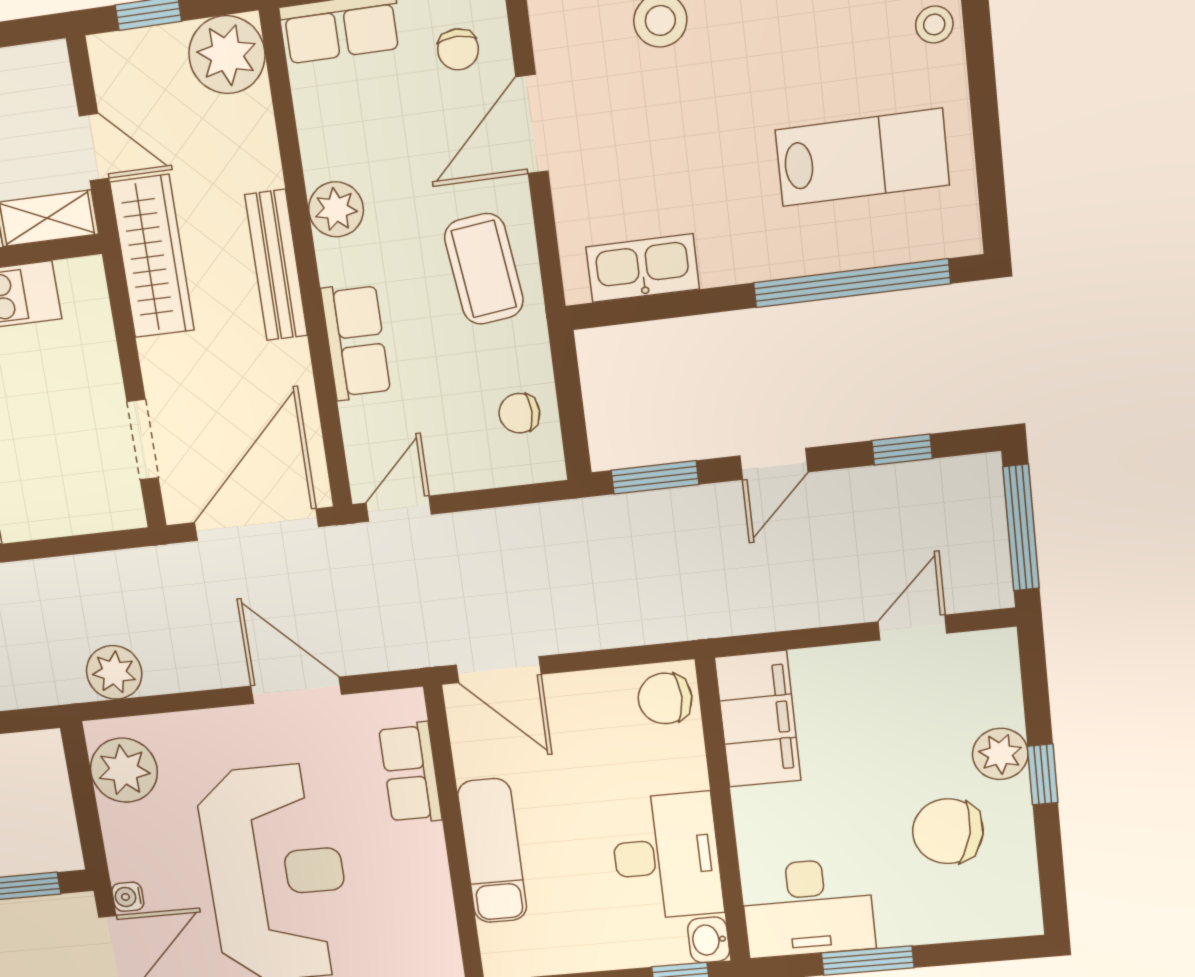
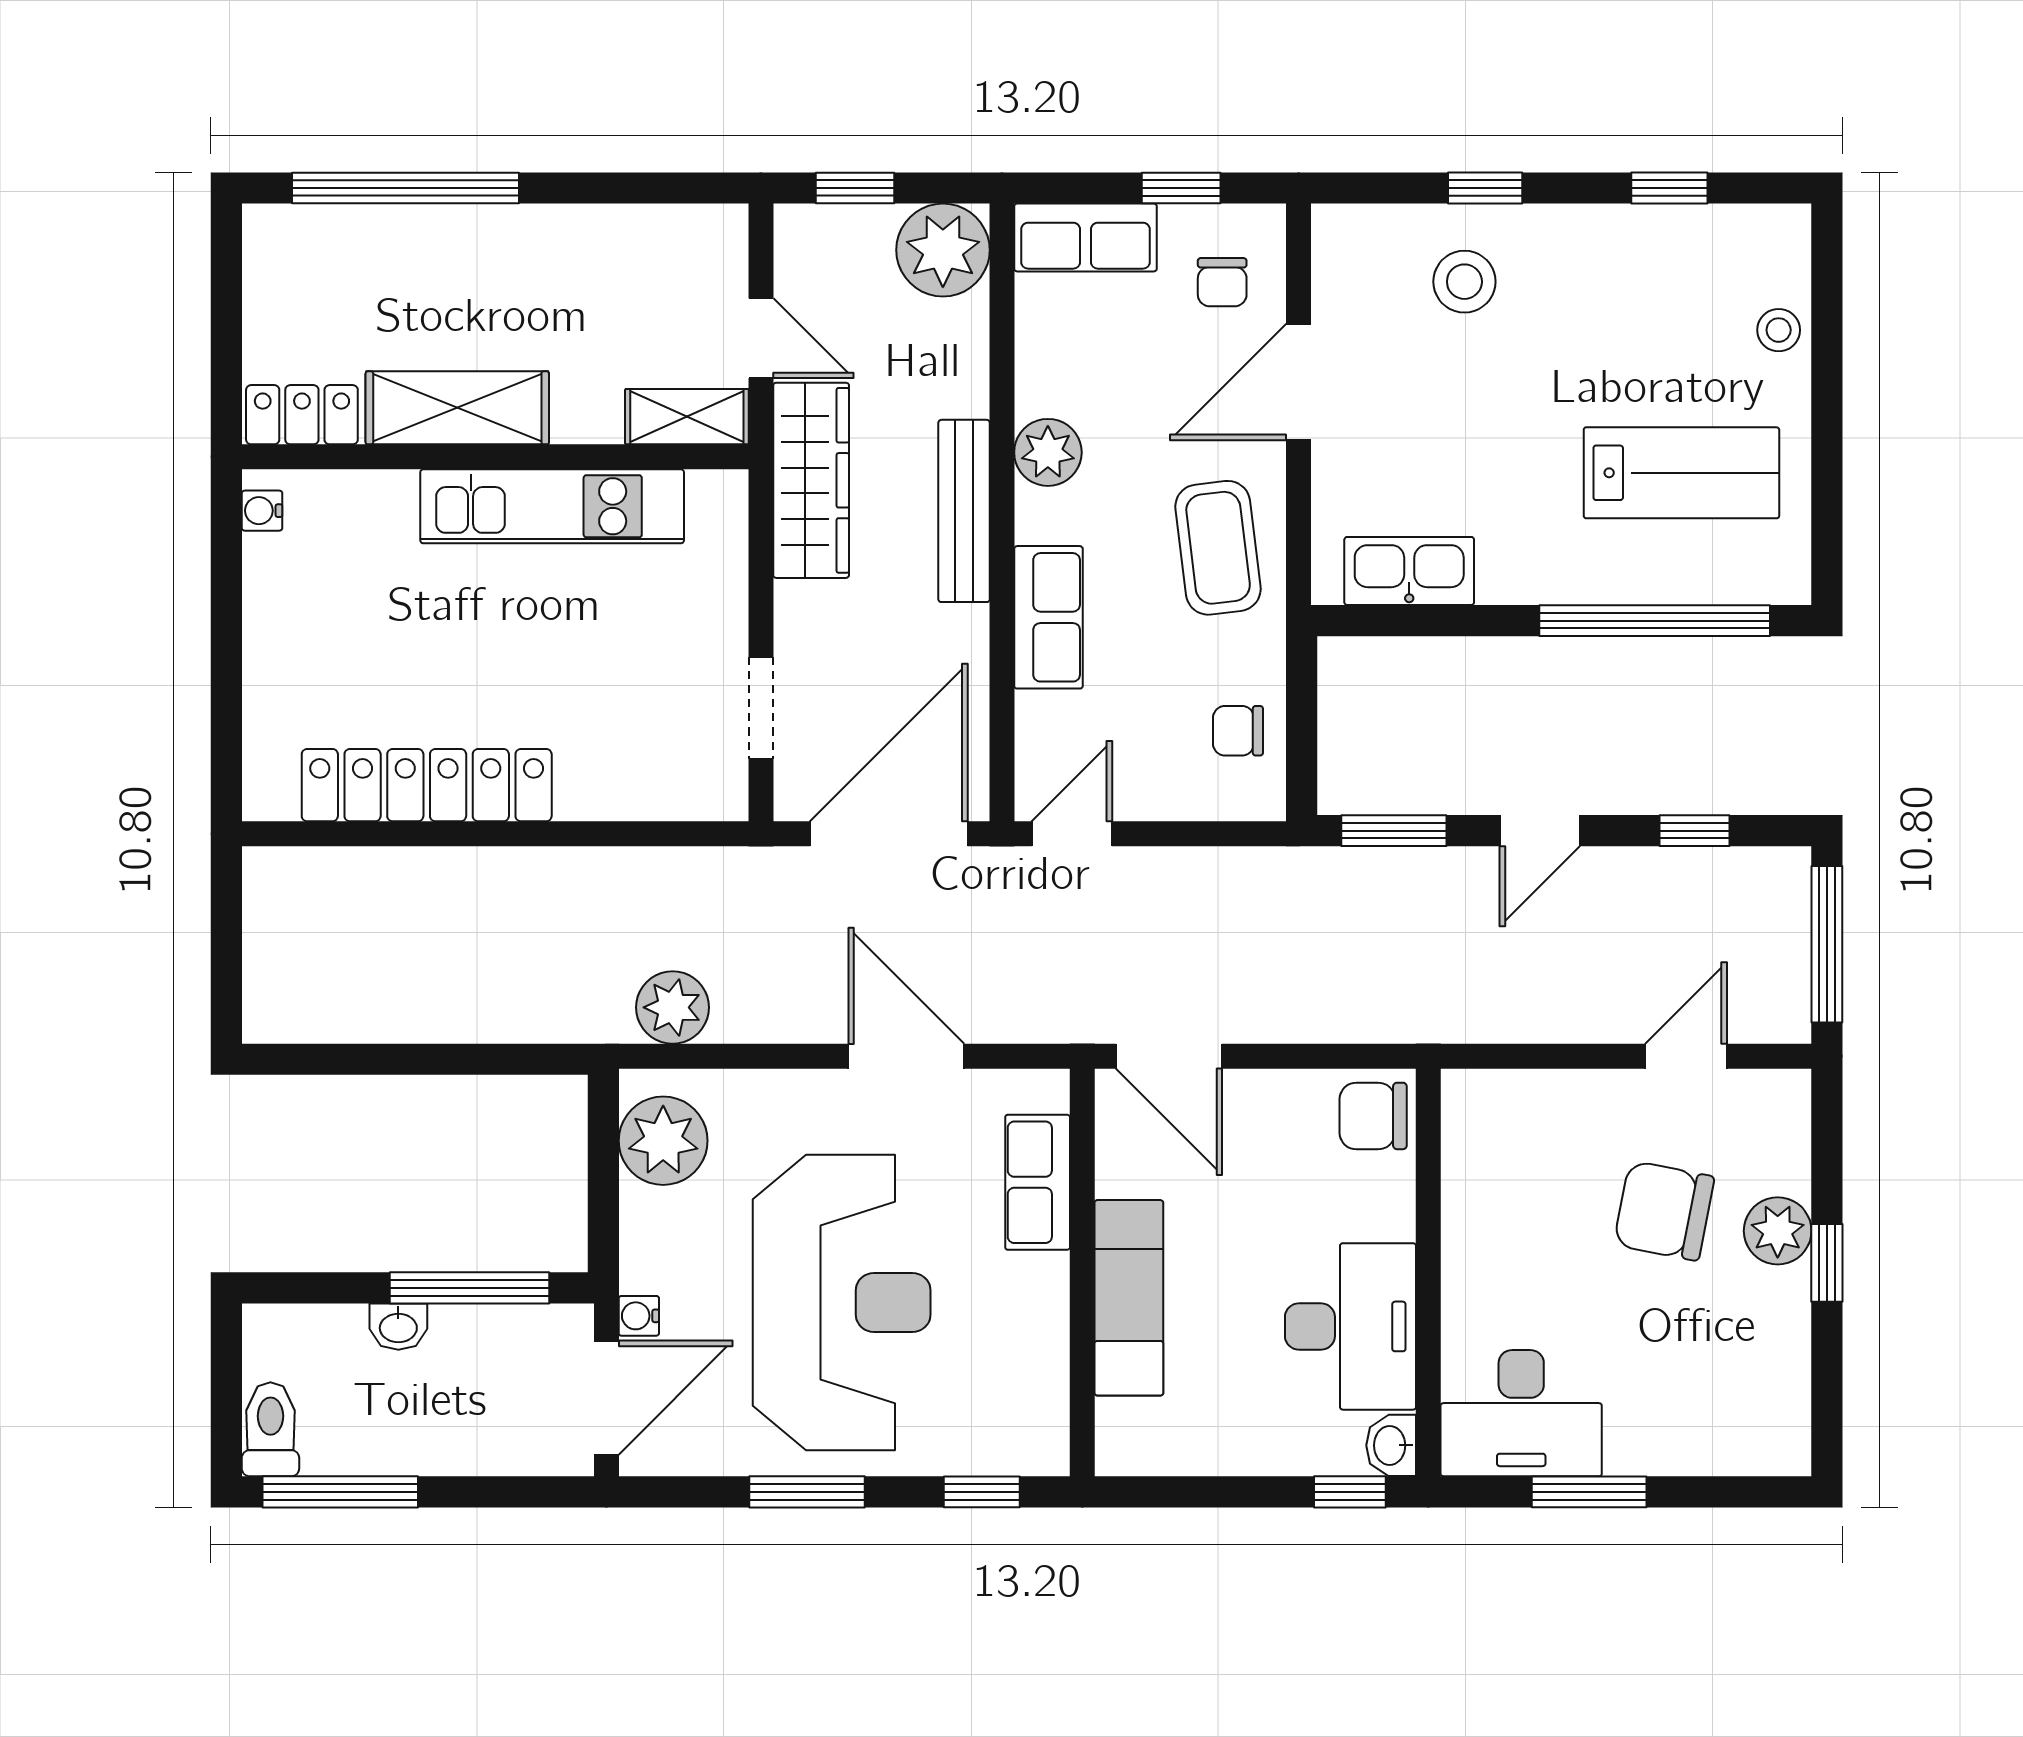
filing cabinet: (758, 719) -> (1485, 1155), removed
chair: (948, 831) -> (1664, 1211), moved

